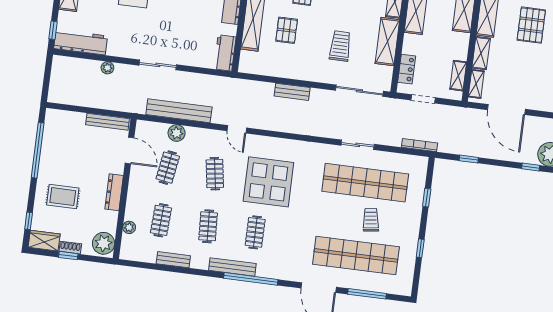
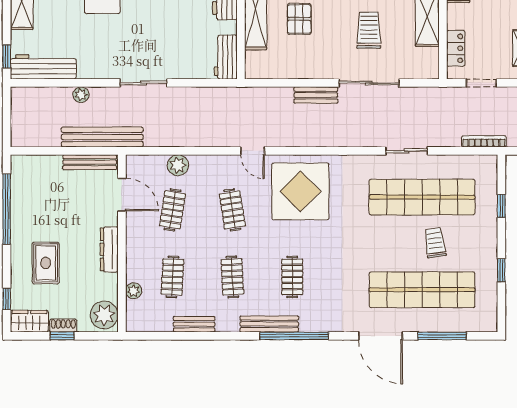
sliding door: (359, 91) -> (369, 83), moved
bench: (179, 111) -> (102, 137), moved
display table: (268, 182) -> (300, 191), moved
rug: (63, 197) -> (46, 263), turned 90

